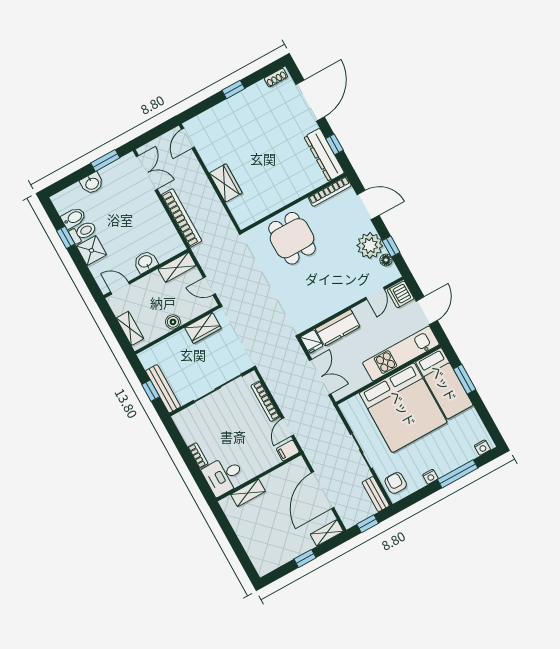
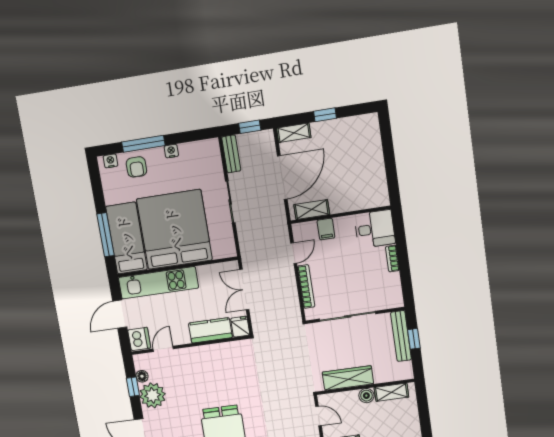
shelving: (130, 328) -> (391, 392), moved, turned 90
wardrobe: (203, 328) -> (348, 378), width x1.50
window: (465, 379) -> (106, 235), width x1.44
filing cabinet: (288, 450) -> (326, 229), moved, turned 90
armchair: (396, 483) -> (136, 167), moved
shelving: (248, 493) -> (312, 210), moved

